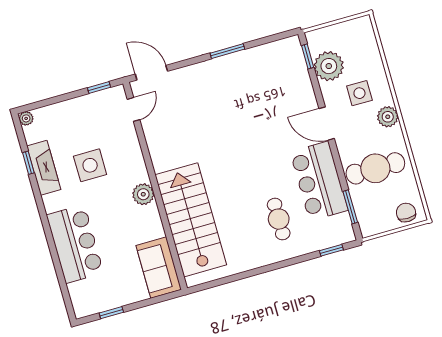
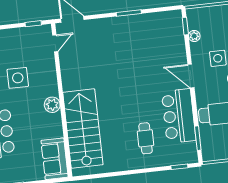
plant: (329, 66) -> (194, 36), width x0.53, depth x0.53

